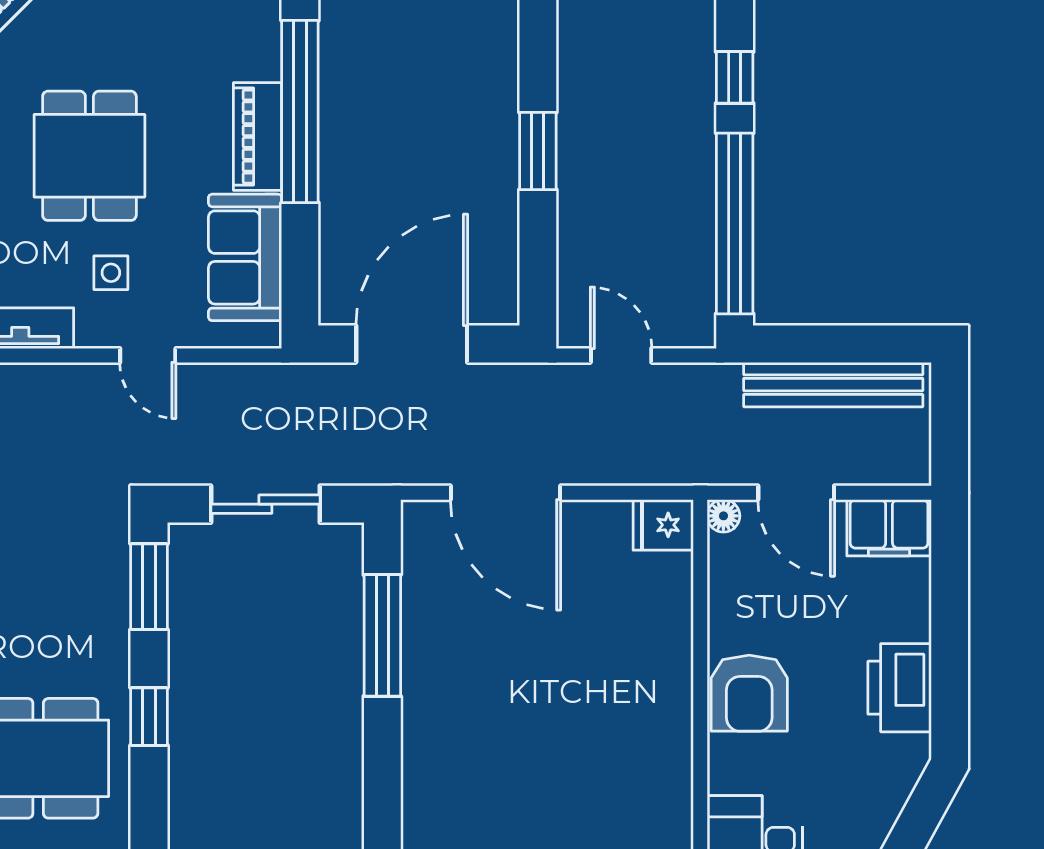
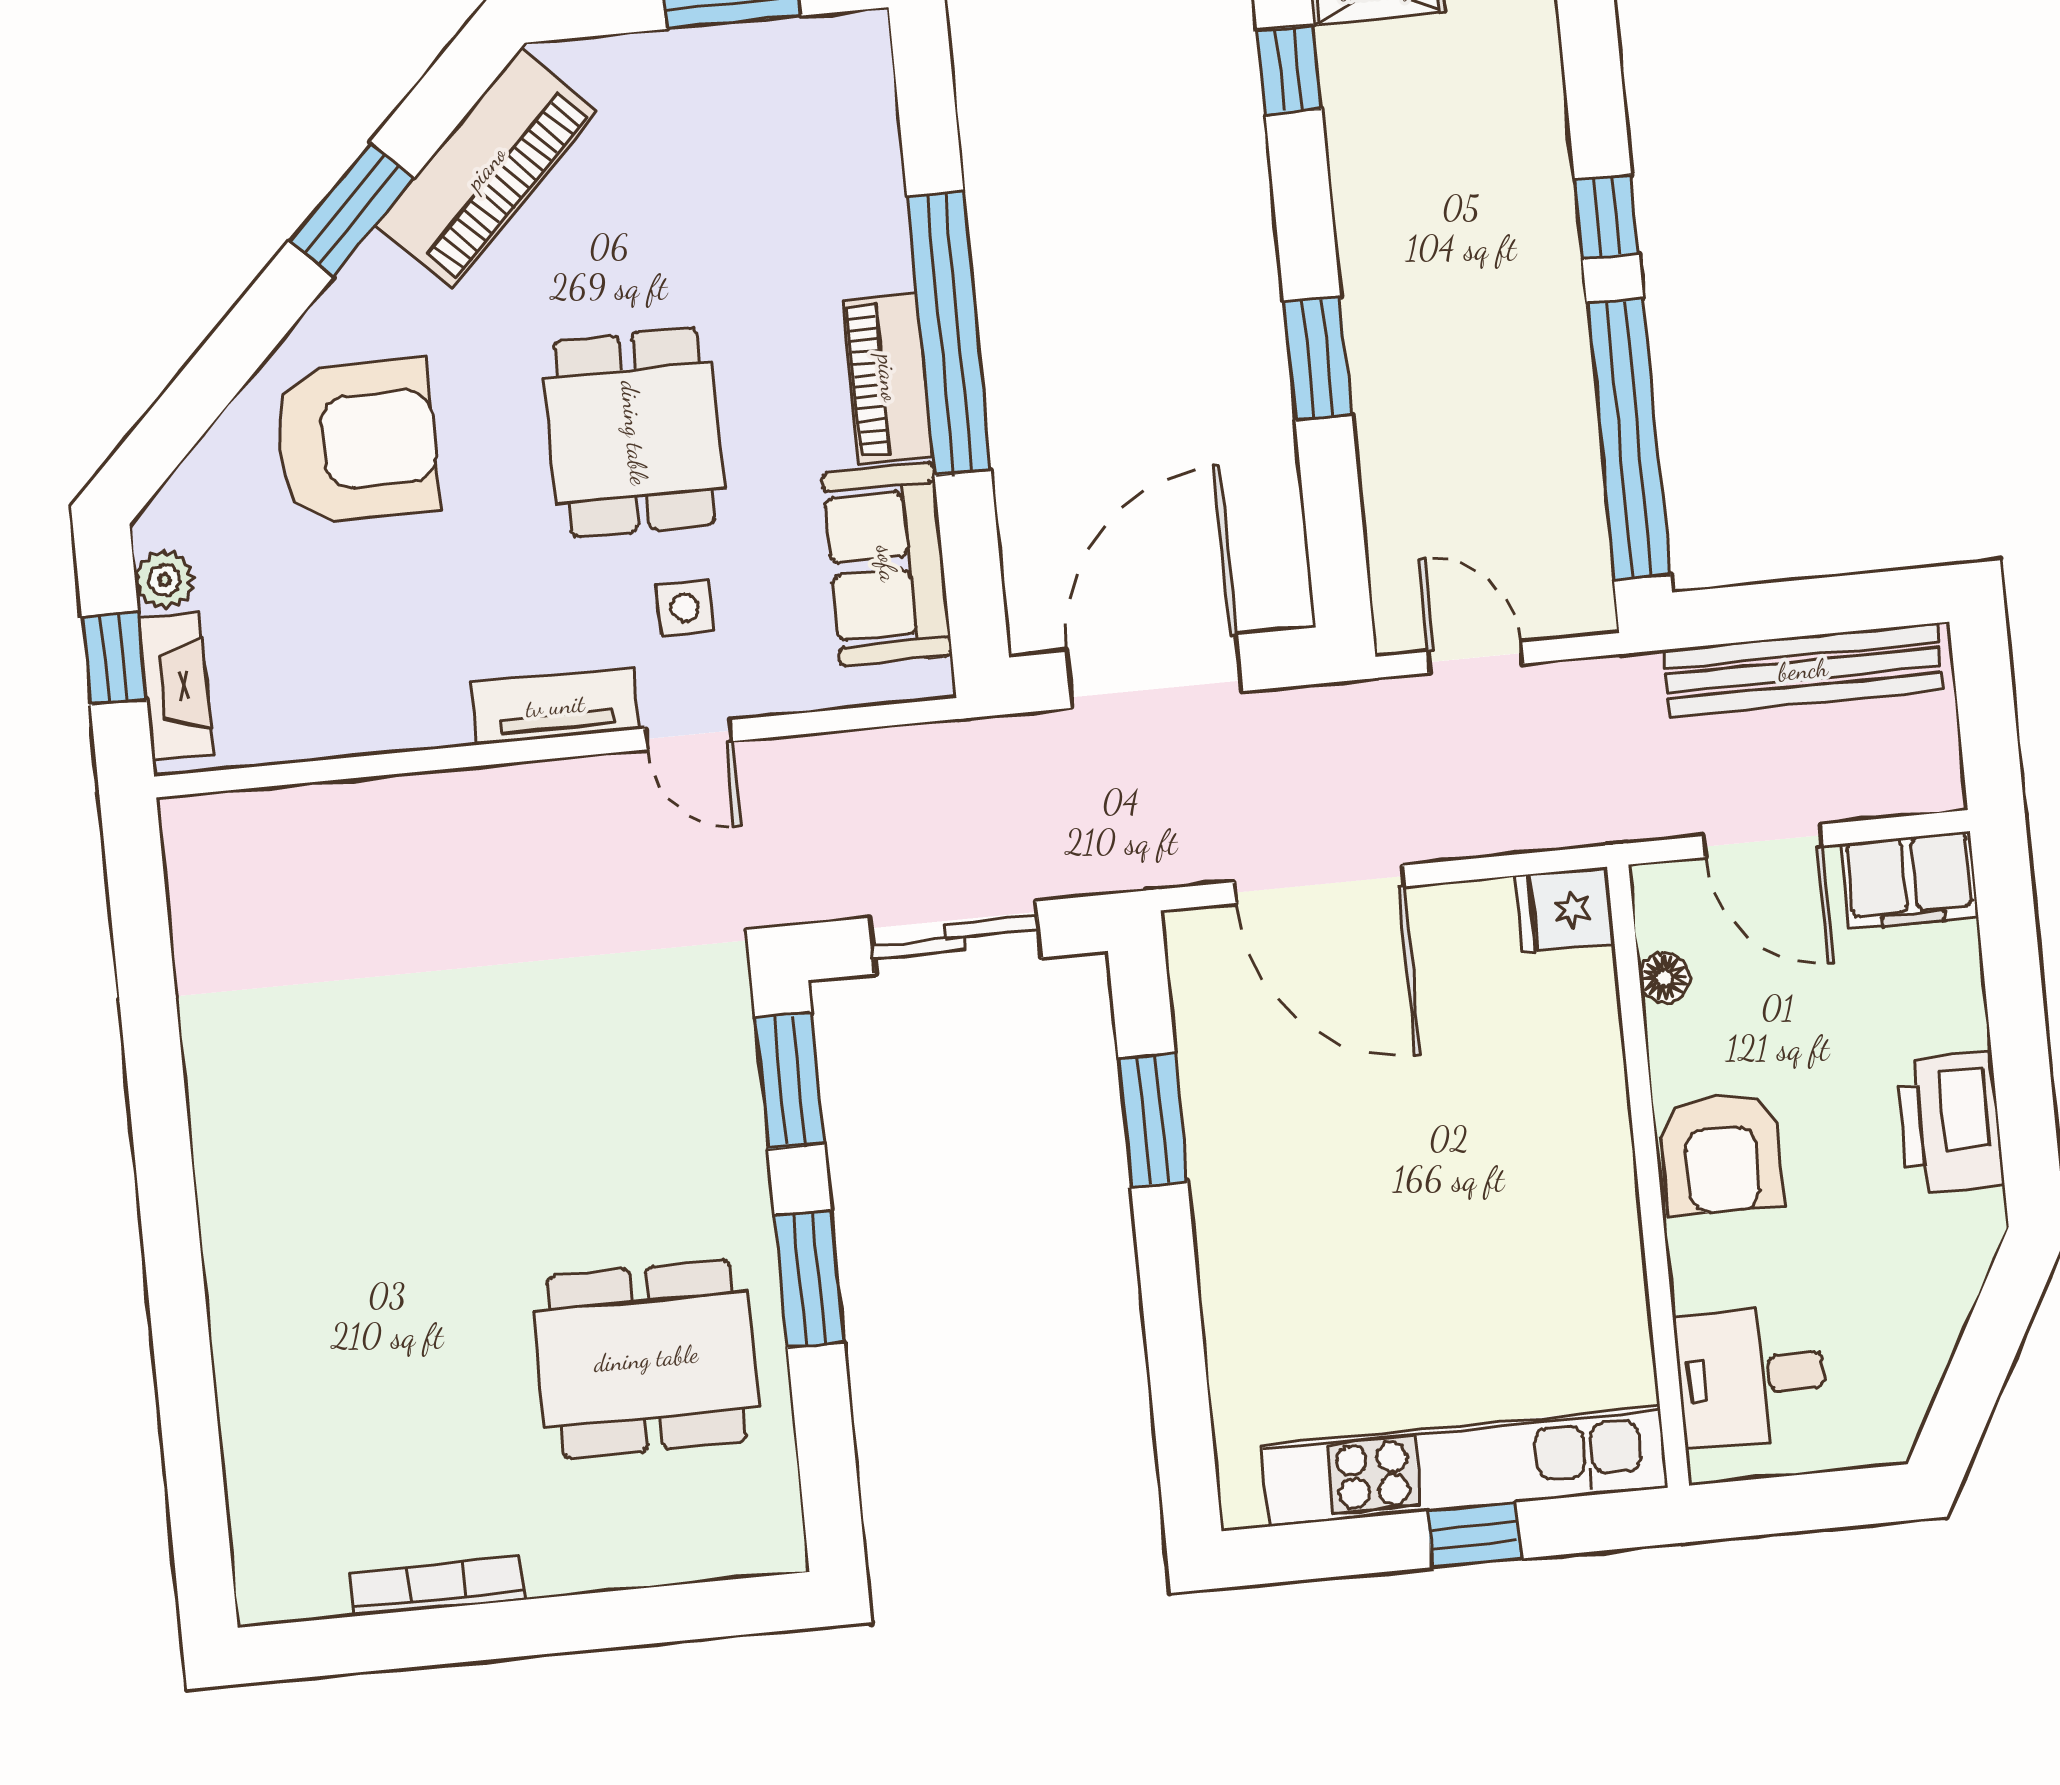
door: (148, 355) -> (689, 735), moved
floor lamp: (723, 516) -> (1664, 978), moved
window: (382, 635) -> (1153, 1120), width x0.69
window: (149, 717) -> (809, 1279), width x1.50

